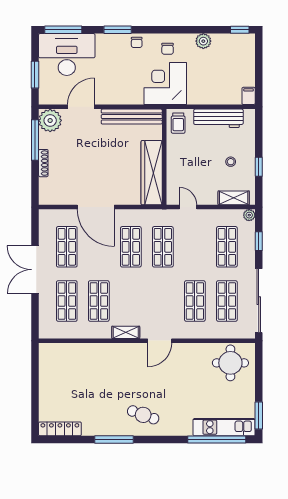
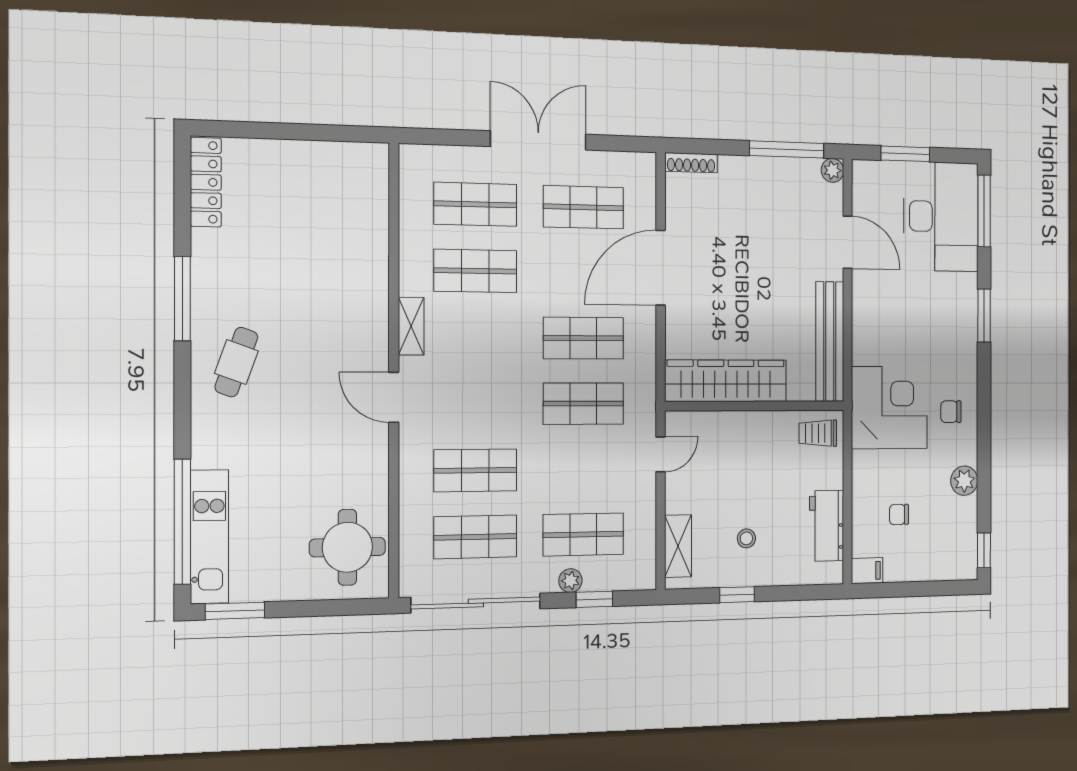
chair: (137, 42) -> (899, 514), moved
workbench: (218, 118) -> (827, 526), width x0.73
plant: (50, 120) -> (832, 170), width x0.53, depth x0.53
shoe rack: (43, 163) -> (691, 163), moved
plant: (249, 215) -> (570, 581), moved

